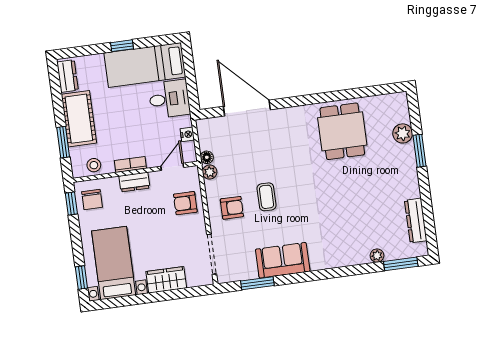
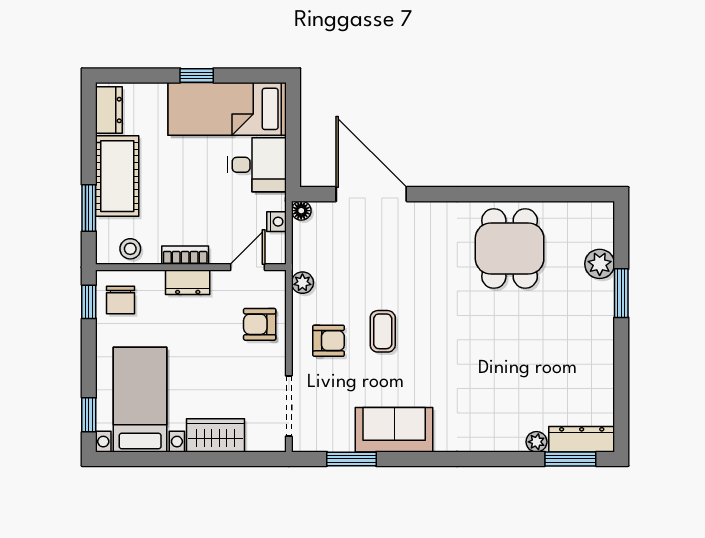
floor lamp: (207, 157) -> (301, 211), moved
dresser: (416, 221) -> (582, 439), moved, turned 90

